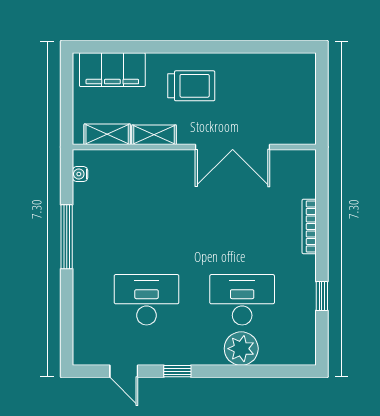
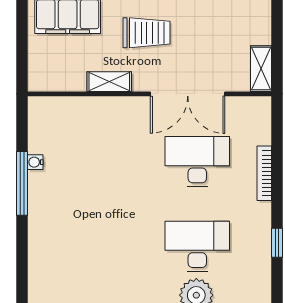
shelving: (107, 134) -> (261, 69), moved, turned 90
water cooler: (80, 174) -> (35, 162), moved
desk: (147, 300) -> (197, 162), moved

